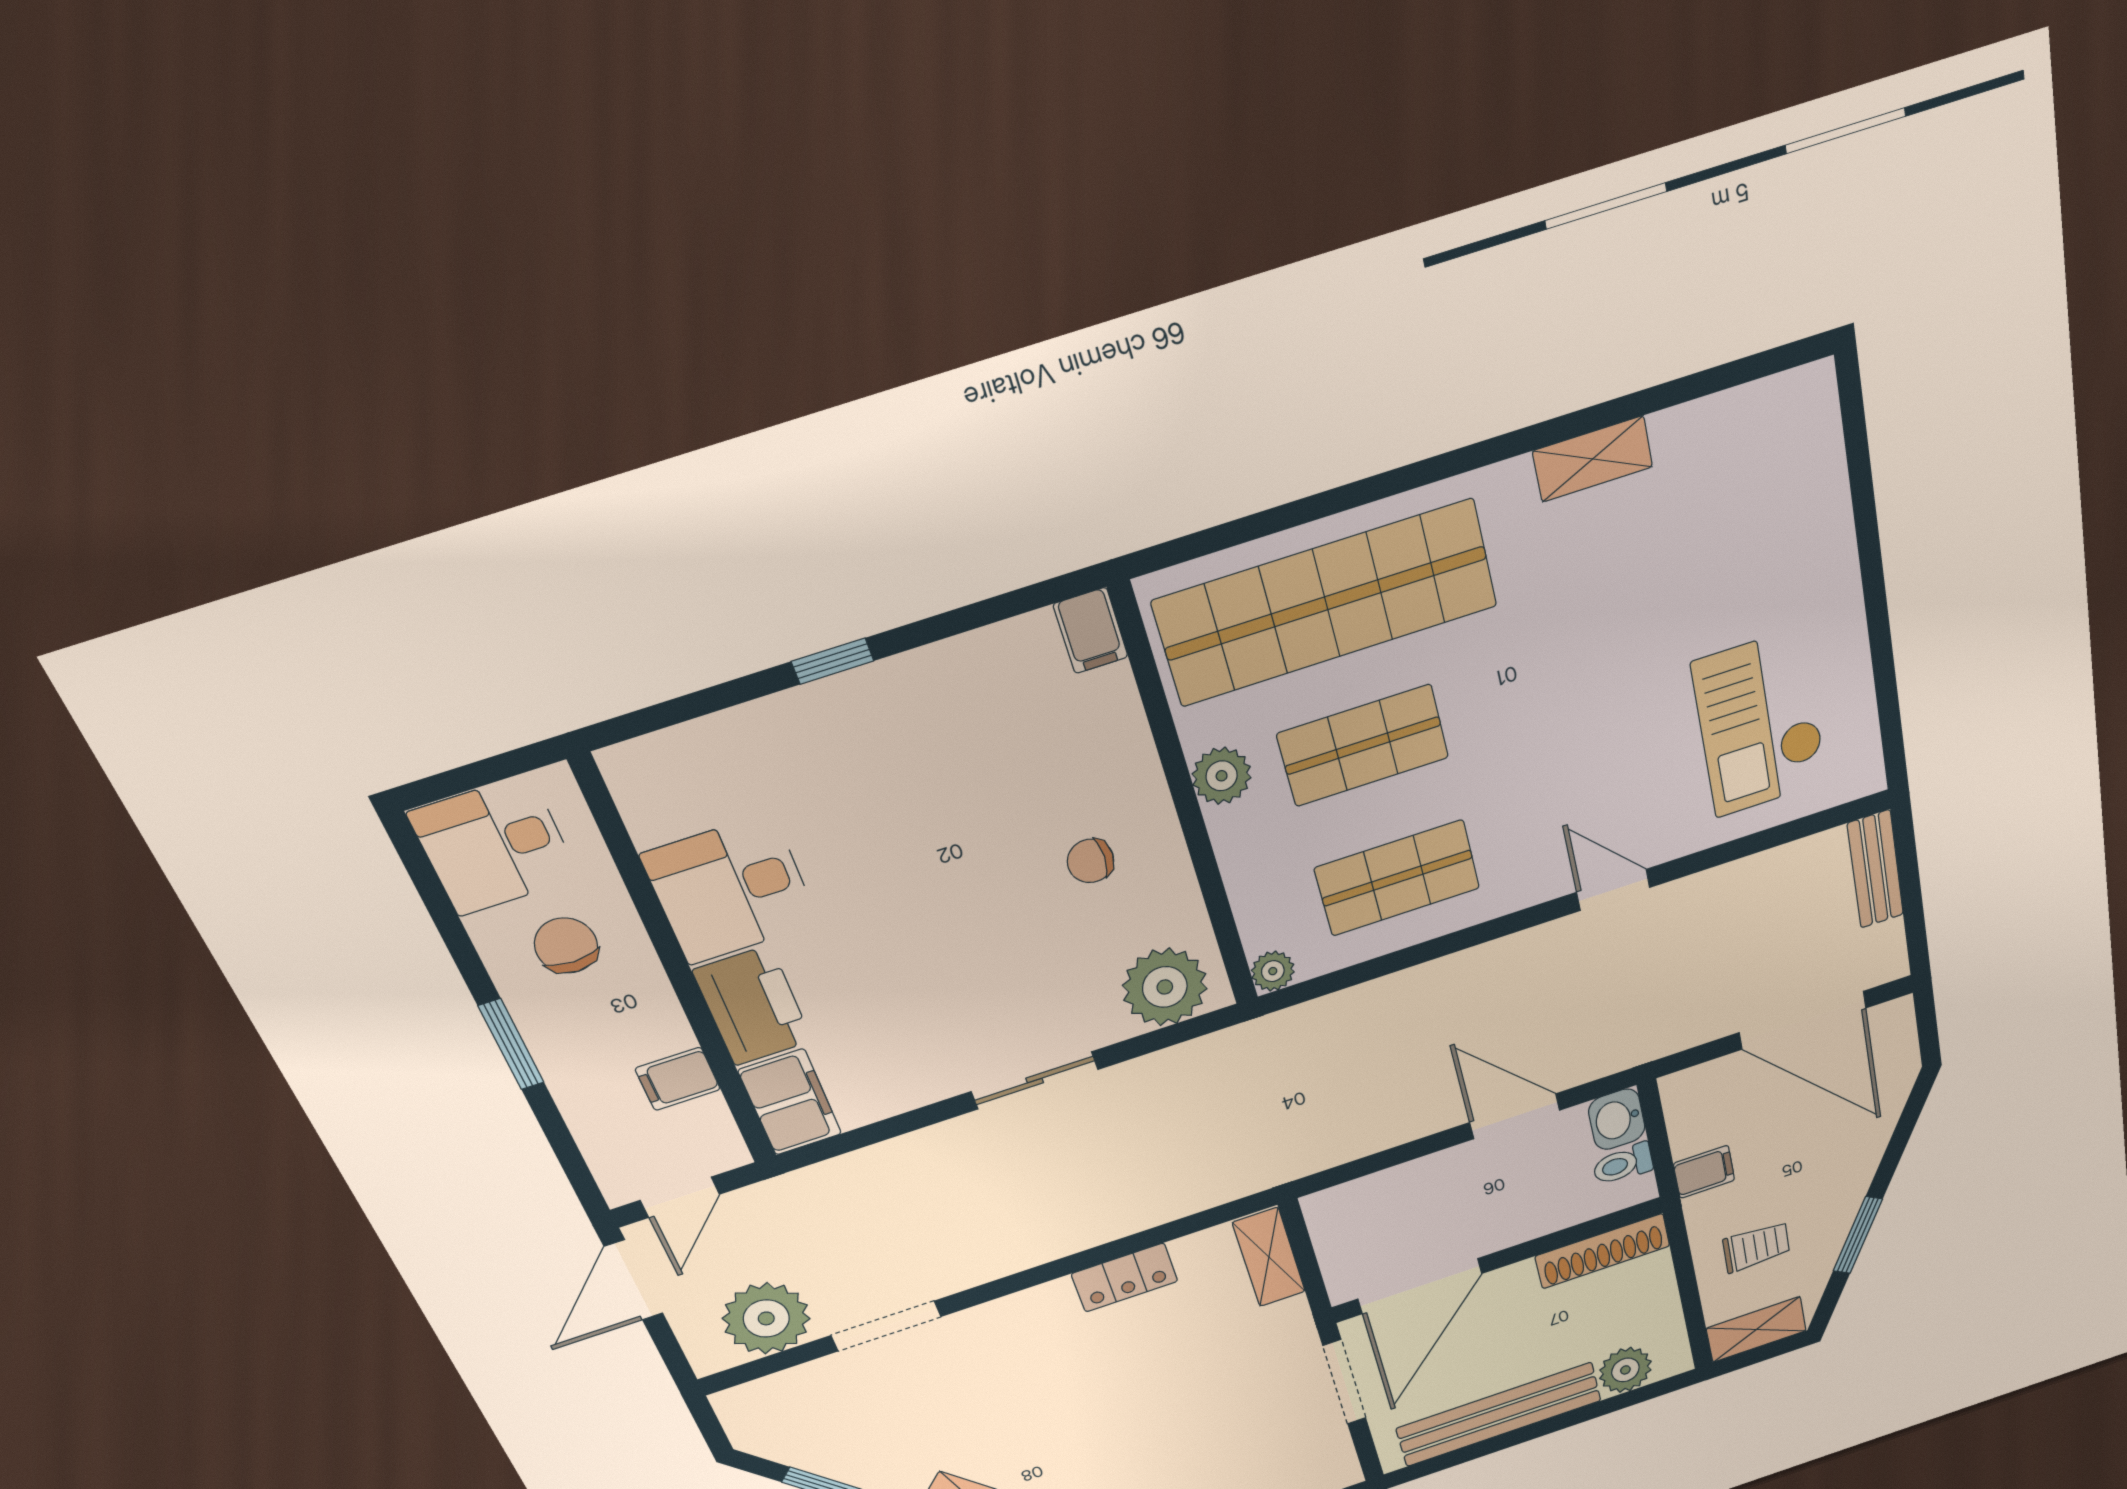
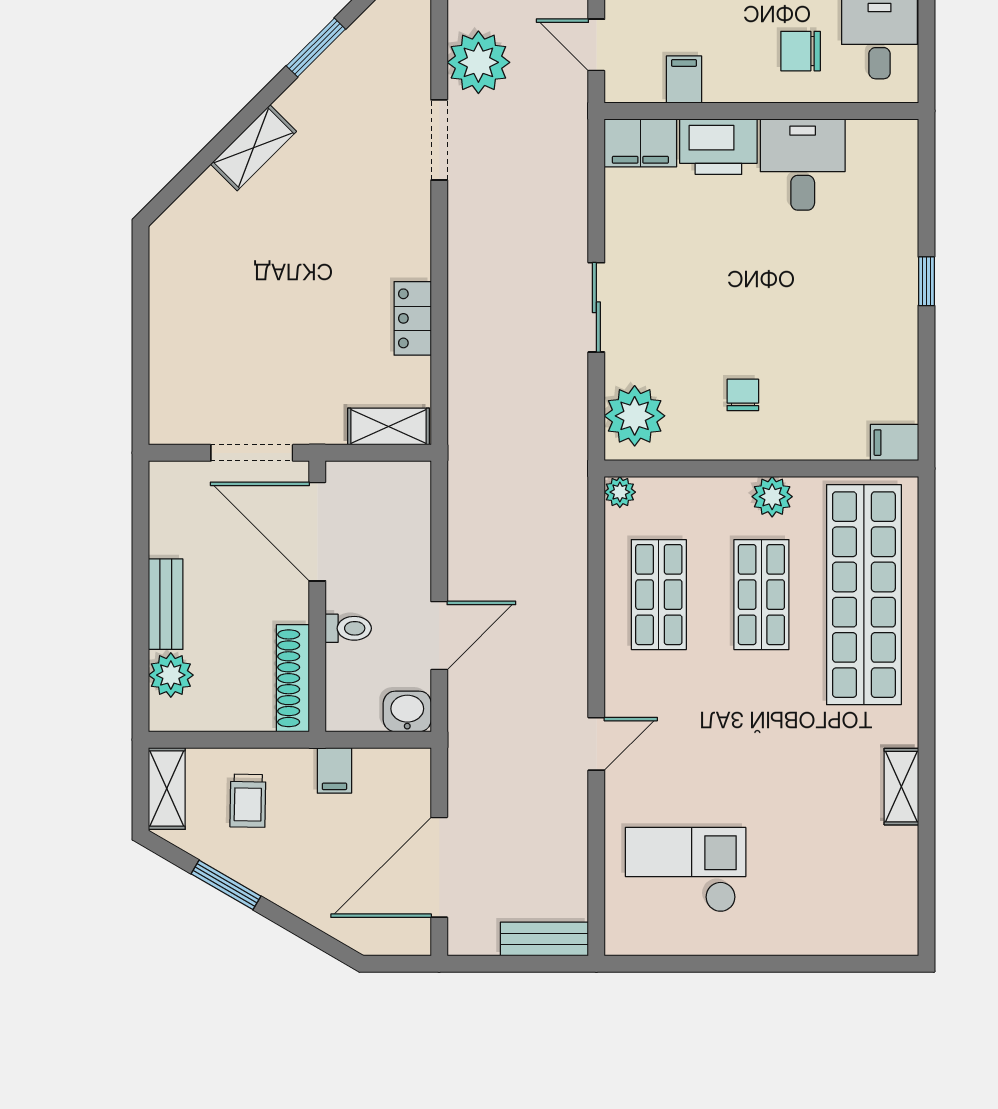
chair: (566, 946) -> (801, 51), turned 180
toilet: (1623, 1164) -> (348, 628), moved, turned 90
bench: (1499, 1414) -> (166, 604), width x0.54, depth x0.82

